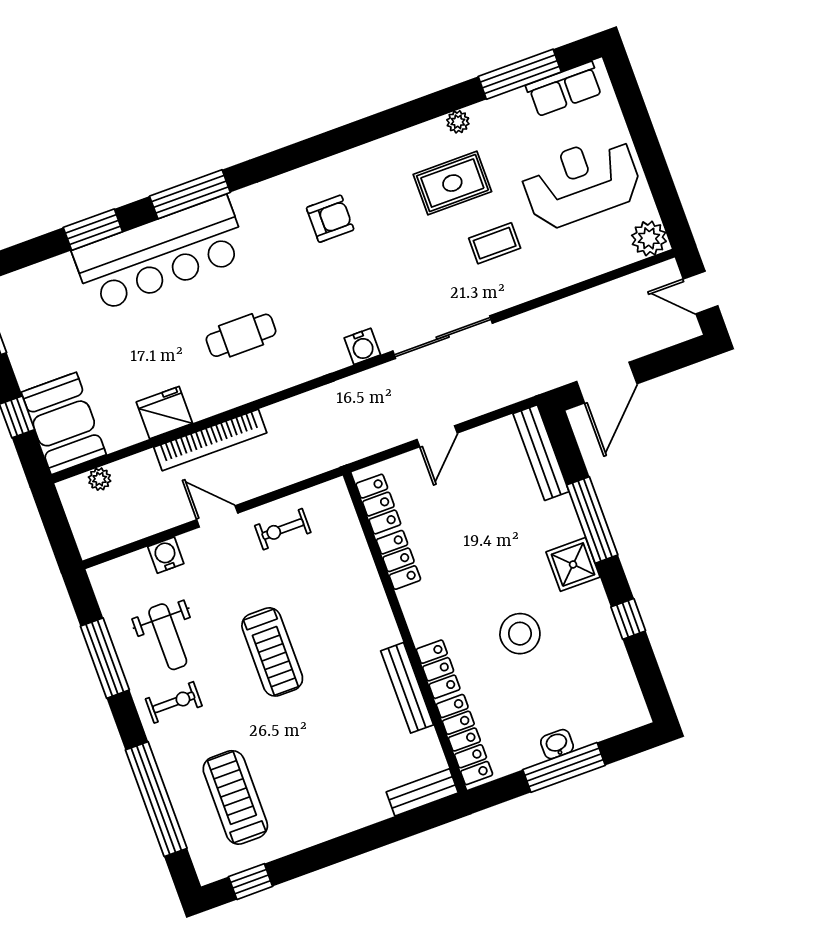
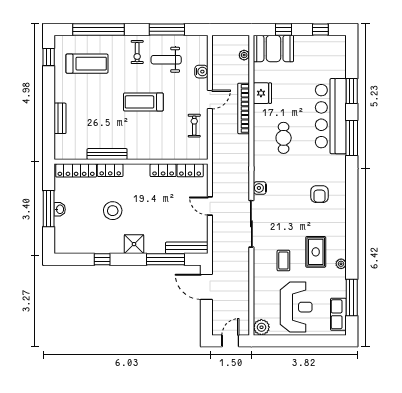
window: (592, 520) -> (166, 259), moved
bench: (422, 792) -> (60, 118), moved

